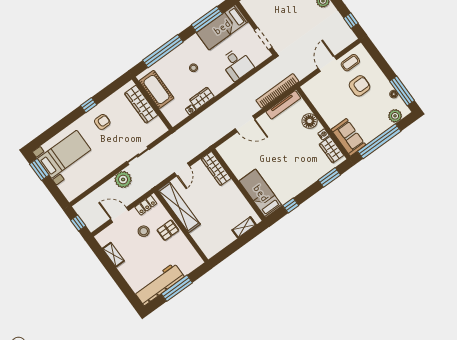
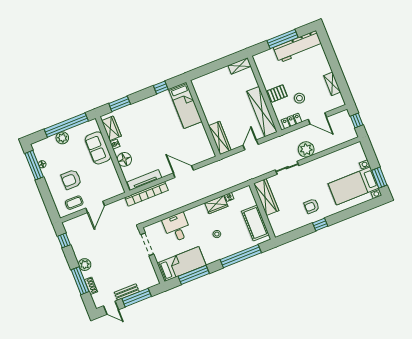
wardrobe: (141, 104) -> (266, 197), moved
plant: (395, 116) -> (62, 138), moved
sofa: (348, 137) -> (98, 148), moved
shelving: (244, 227) -> (240, 66), moved

